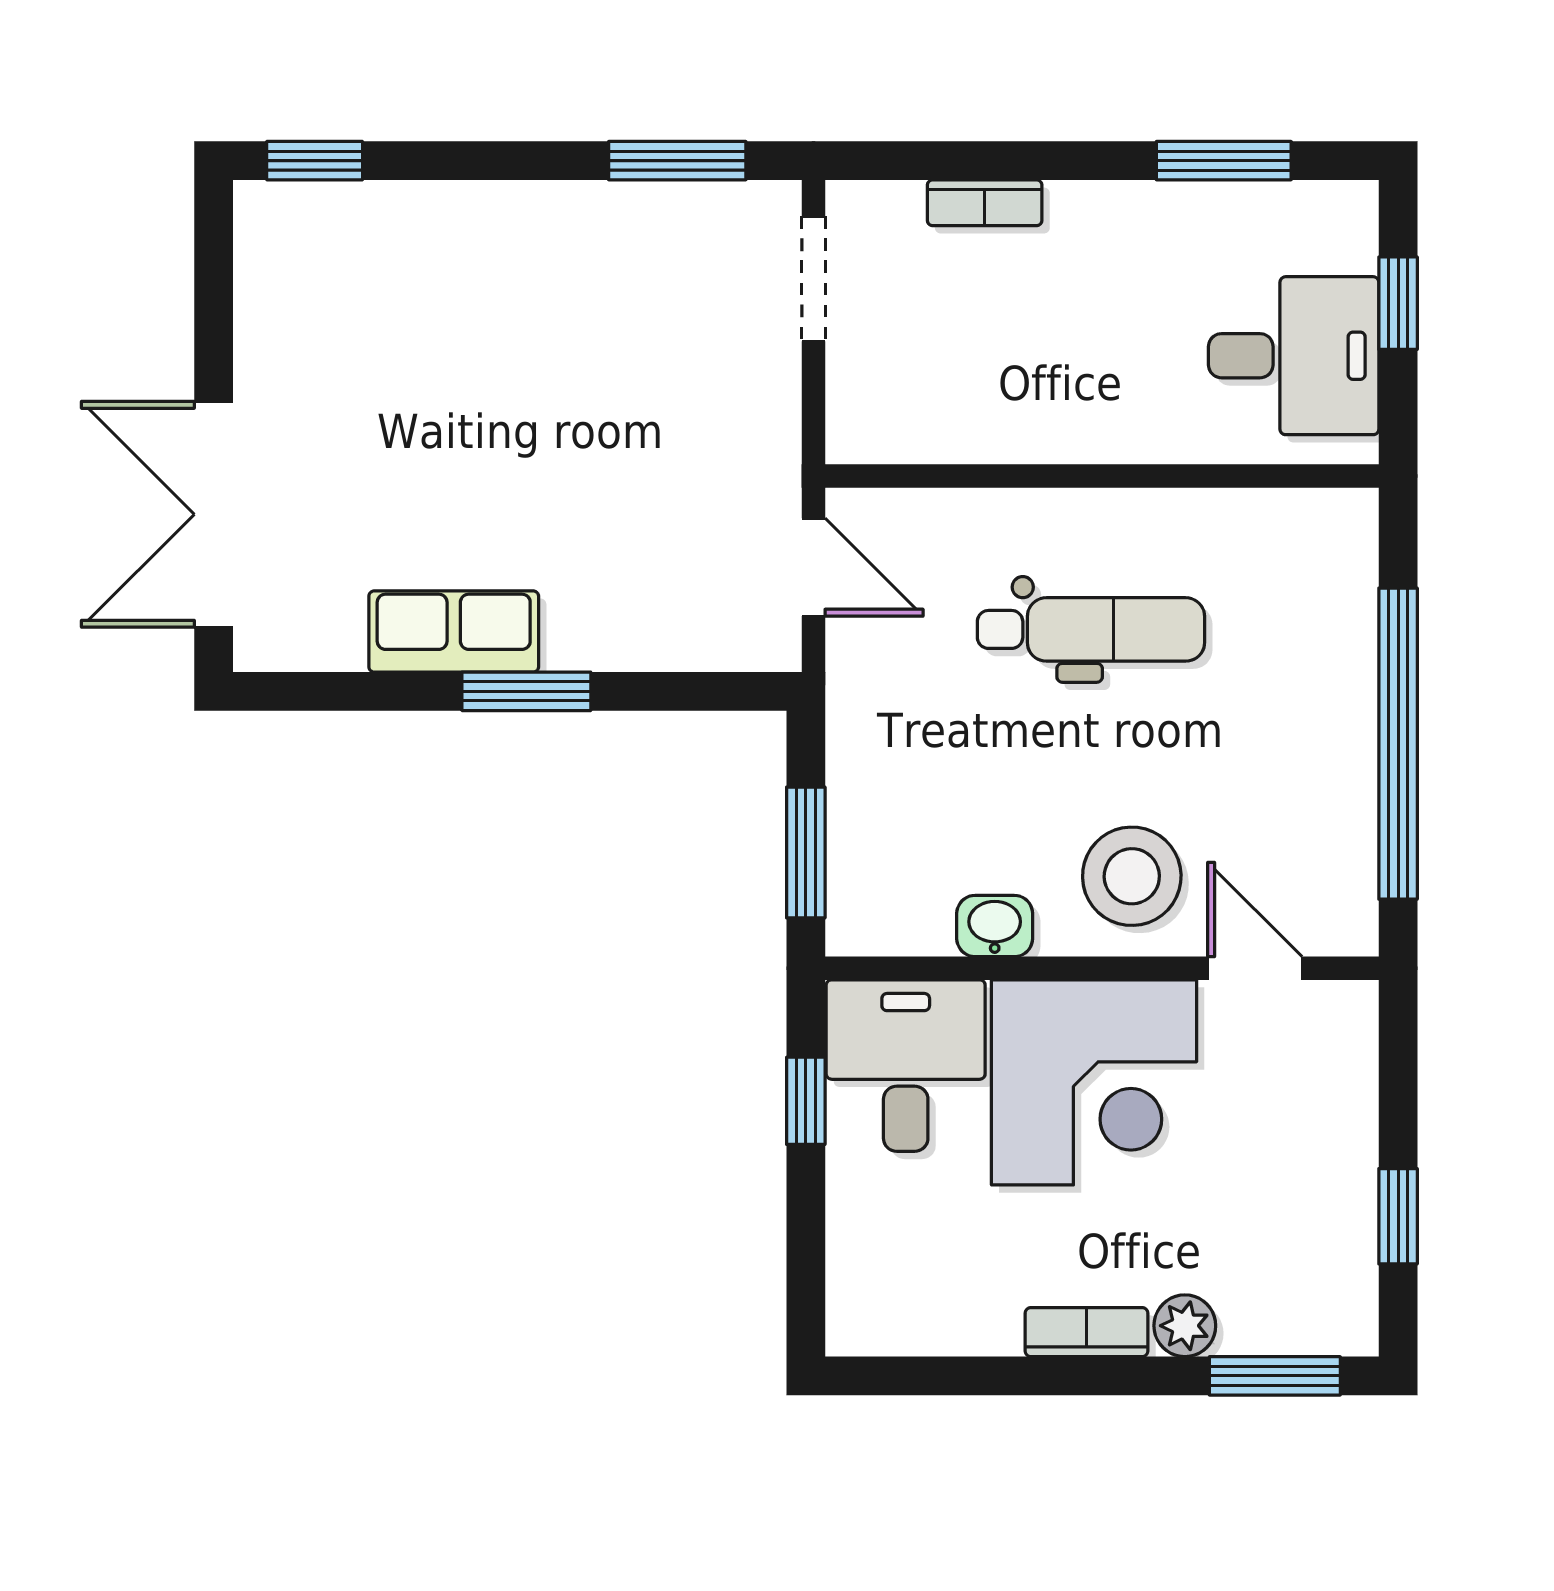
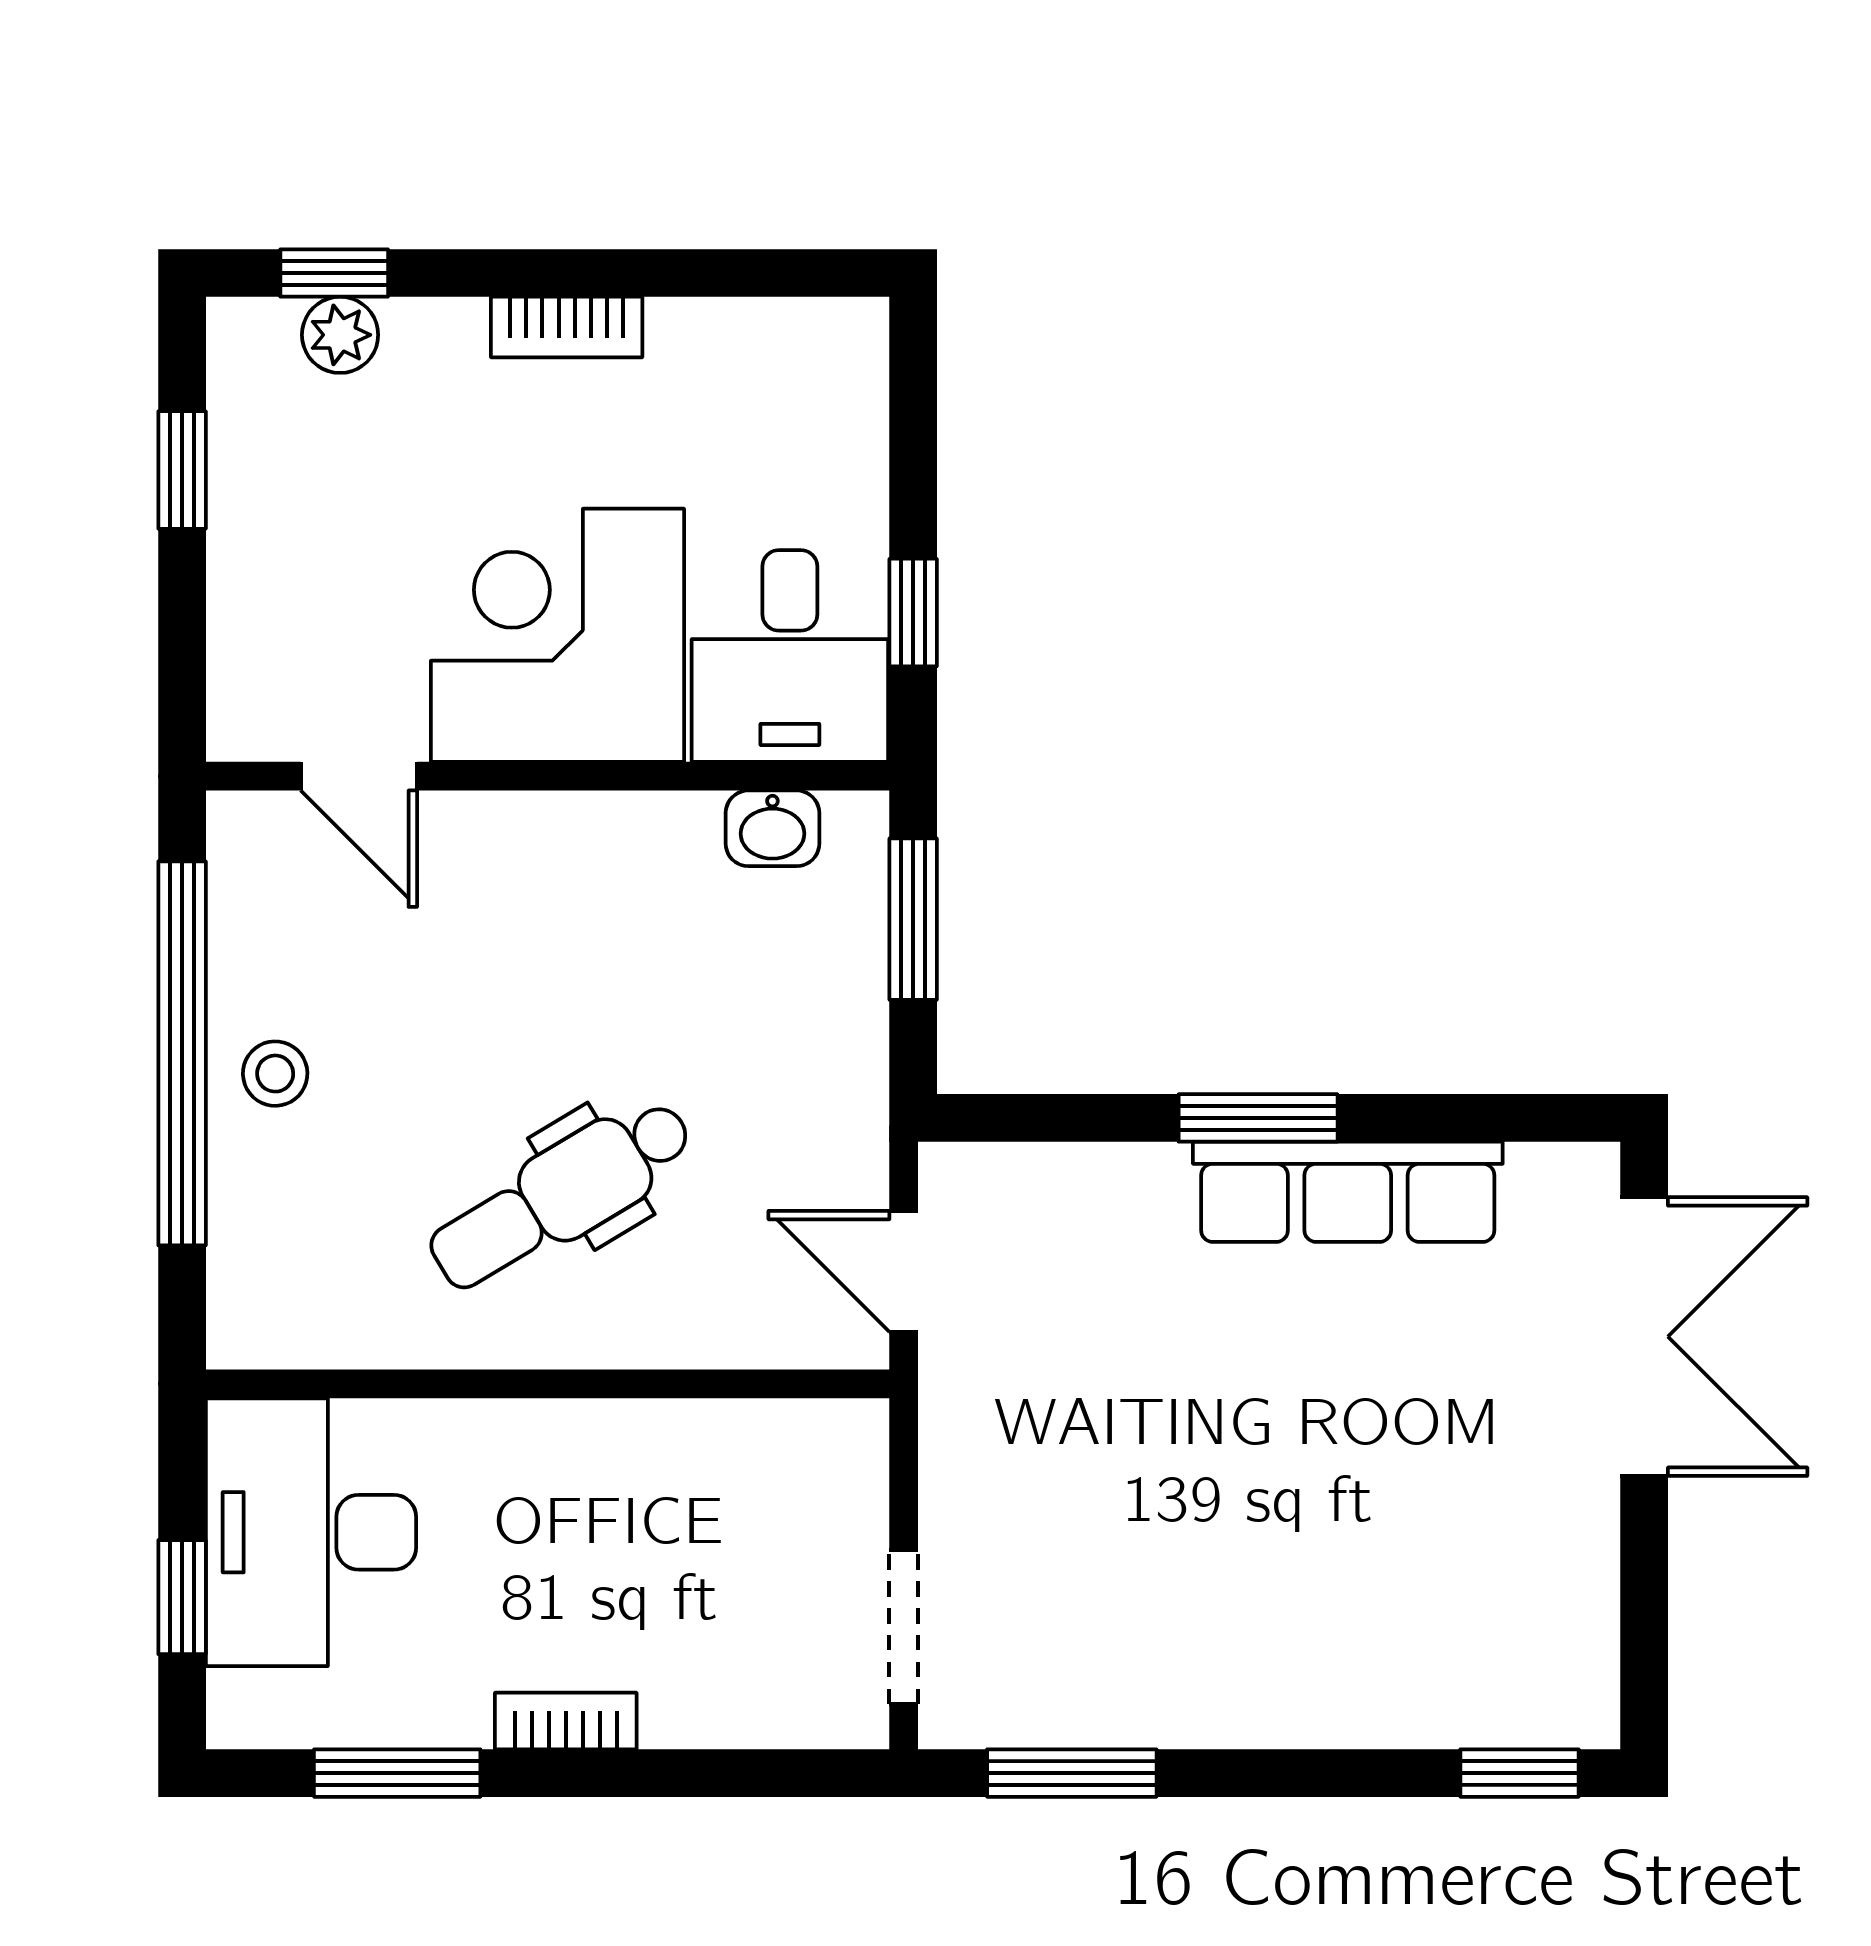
bookcase: (985, 203) -> (566, 1721), moved
desk: (1294, 356) -> (311, 1532), width x1.37
dental chair: (1091, 629) -> (561, 1194), turned -31
row of seats: (454, 632) -> (1348, 1192), width x1.48
stool: (1132, 876) -> (275, 1074), moved, width x0.53, depth x0.53
washbasin: (995, 926) -> (772, 828), moved
plant: (1185, 1326) -> (340, 335), moved
window: (1275, 1376) -> (334, 273), width x0.67

